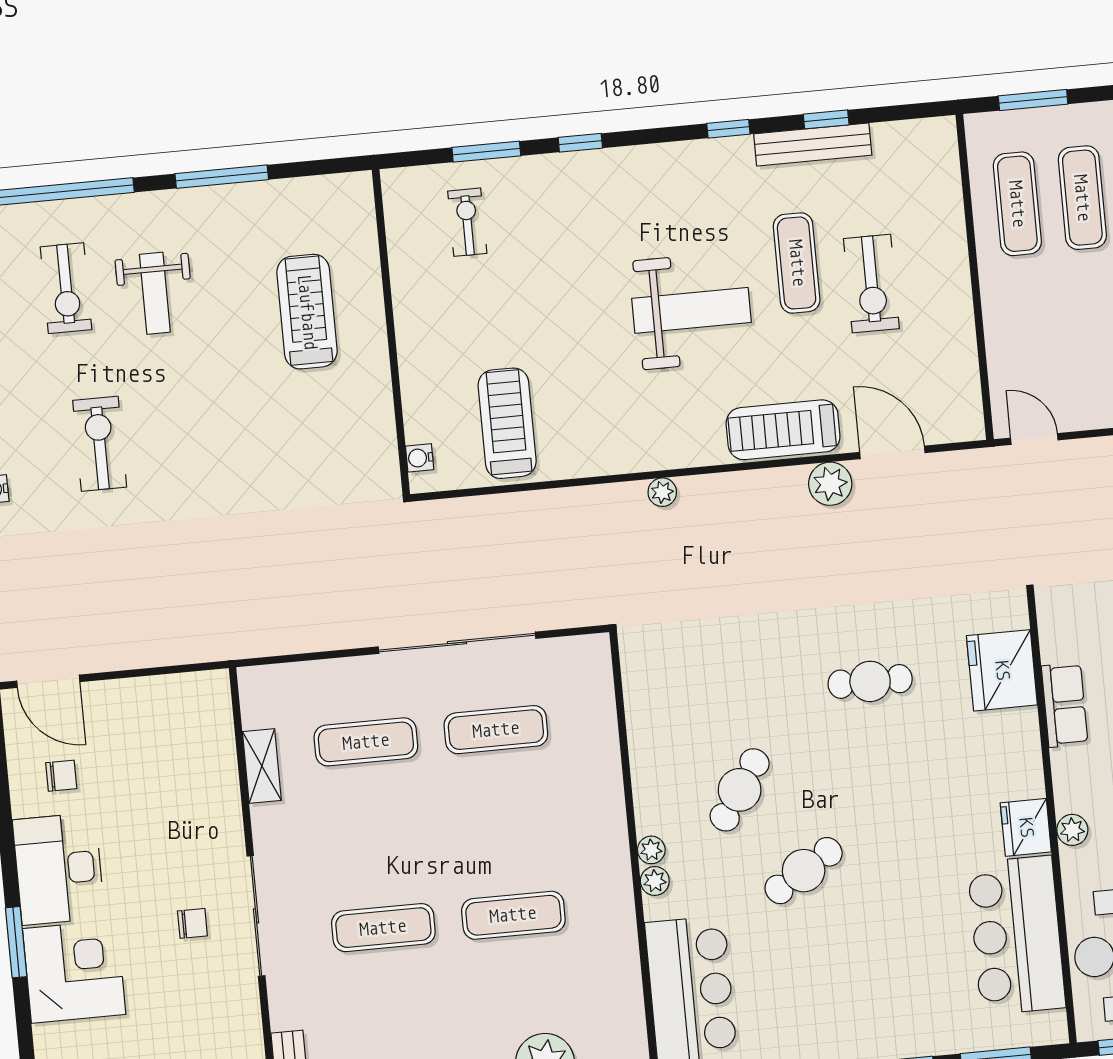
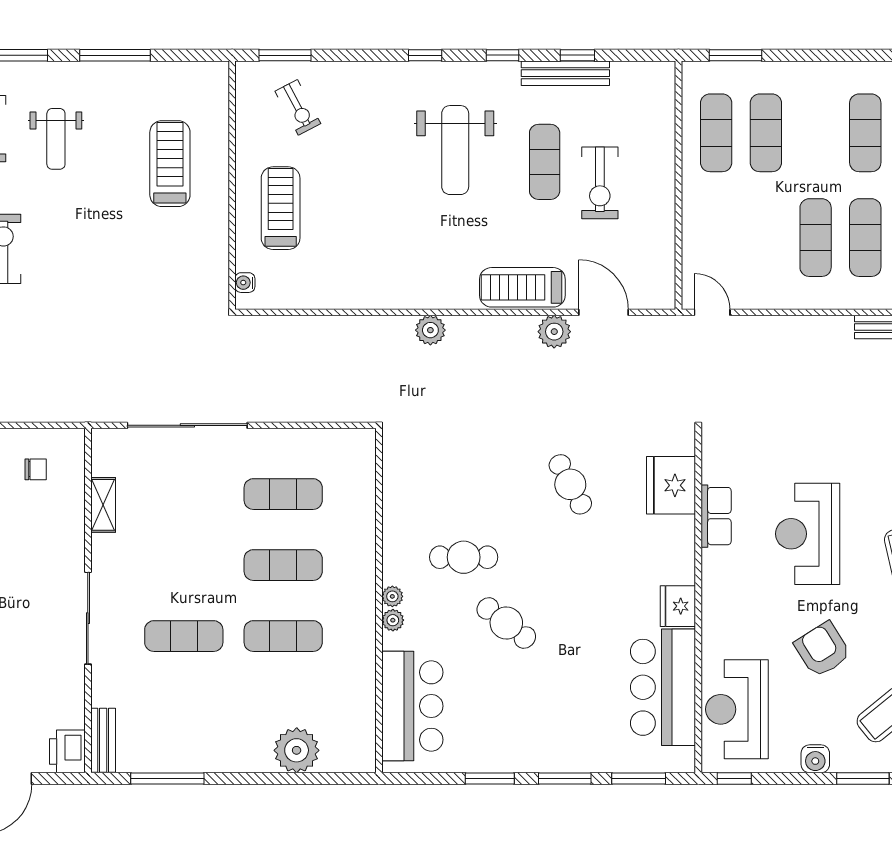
window: (580, 143) -> (425, 55), moved
window: (486, 152) -> (285, 55), moved
exercise bike: (467, 222) -> (298, 107), turned 152
weight bench: (691, 310) -> (455, 150), moved, turned 90
treadmill: (507, 423) -> (281, 208), moved
plant: (662, 492) -> (430, 330), width x1.38, depth x1.38
sliding door: (457, 643) -> (187, 425), moved
cafe table: (870, 681) -> (570, 484), turned 62
exercise mat: (366, 742) -> (283, 565), moved
cafe table: (740, 790) -> (464, 557), turned 56
plant: (1072, 830) -> (713, 611), removed
cafe table: (804, 871) -> (506, 623), turned 70
chair: (192, 923) -> (36, 469), moved

